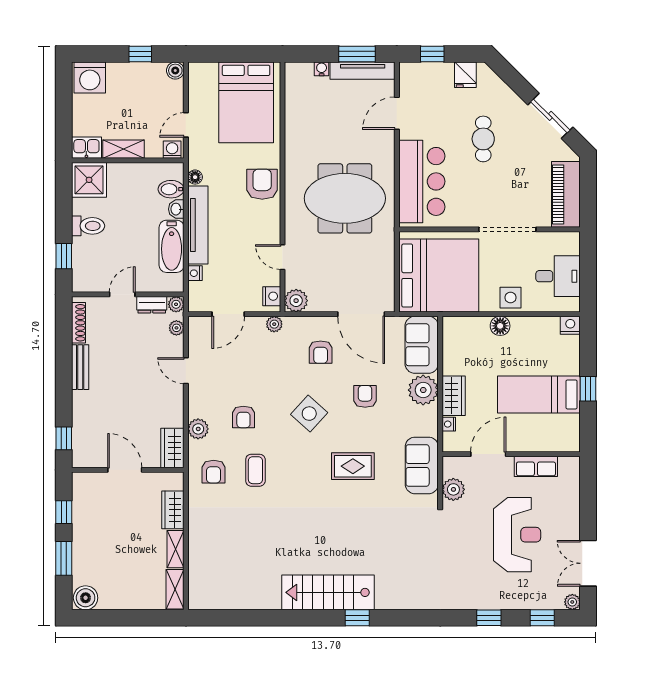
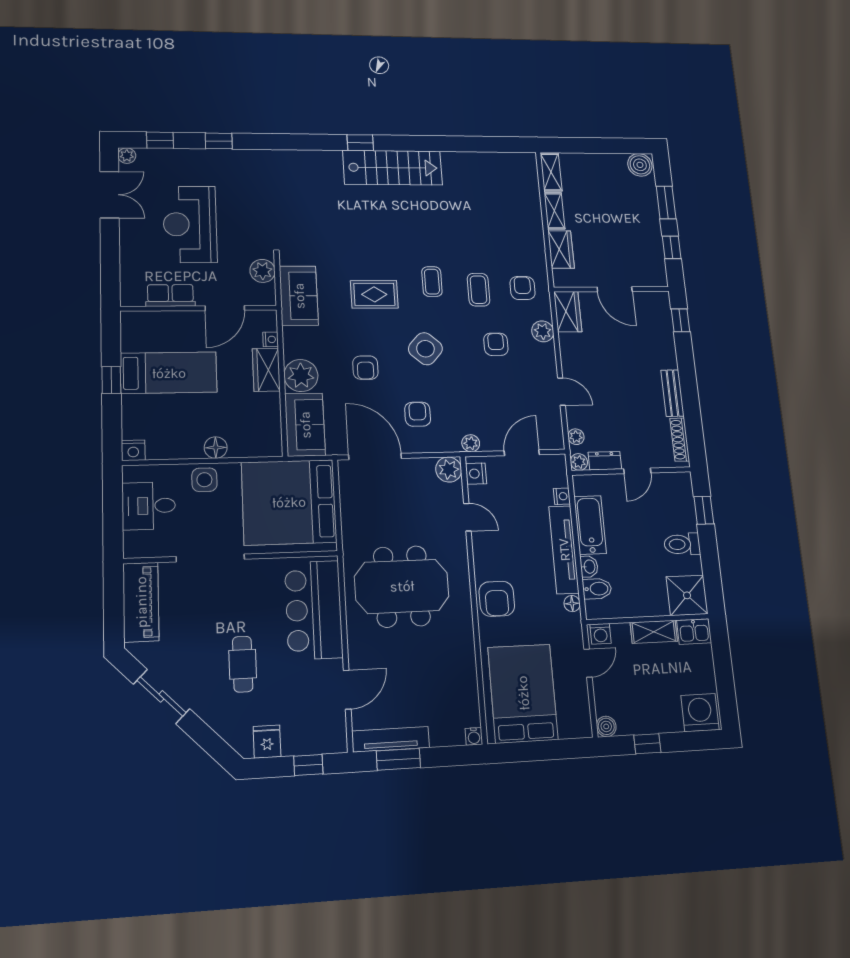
water cooler: (322, 69) -> (474, 736), moved
coffee table: (299, 478) -> (432, 282), added

